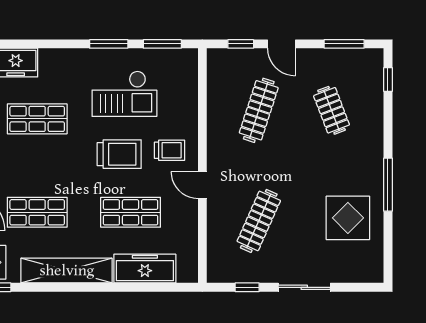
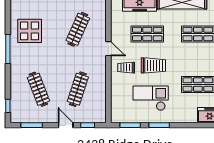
clothes rail: (332, 110) -> (38, 89), width x1.36
trolley: (119, 154) -> (153, 65), turned 180

